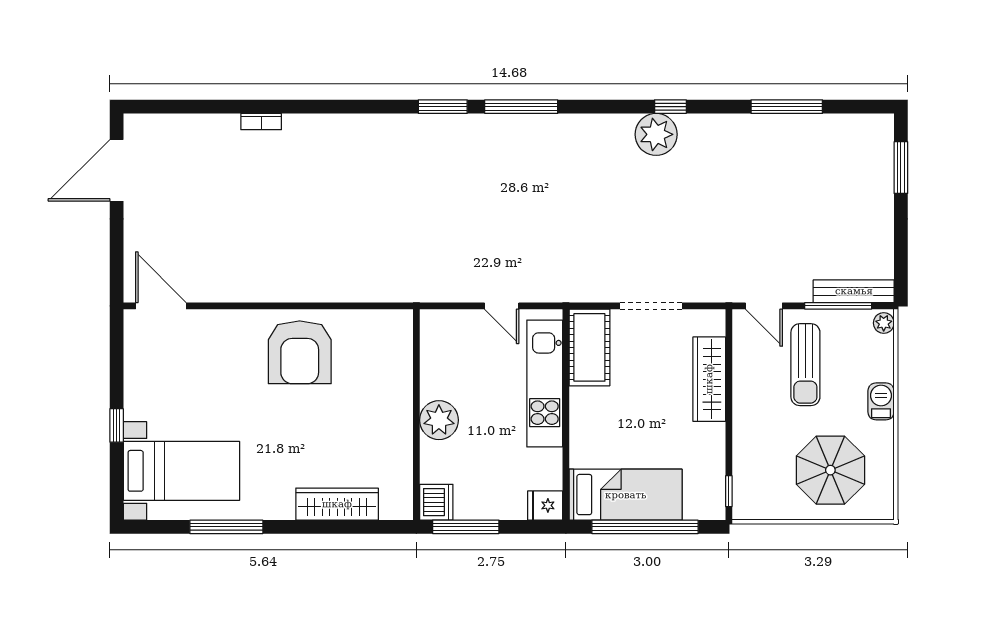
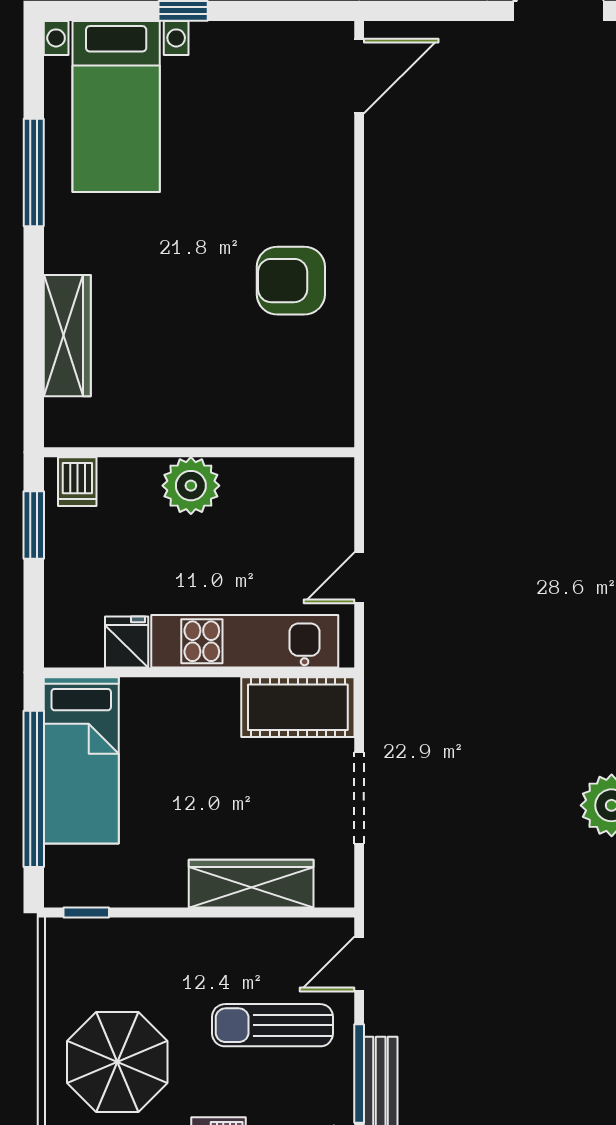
armchair: (300, 352) -> (291, 281), width x0.73, depth x0.73
dishwasher: (436, 502) -> (77, 482), width x0.73
fridge: (545, 505) -> (127, 642), moved
window: (466, 527) -> (34, 525), width x0.69

